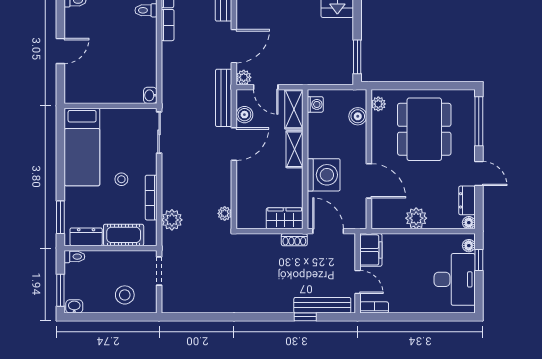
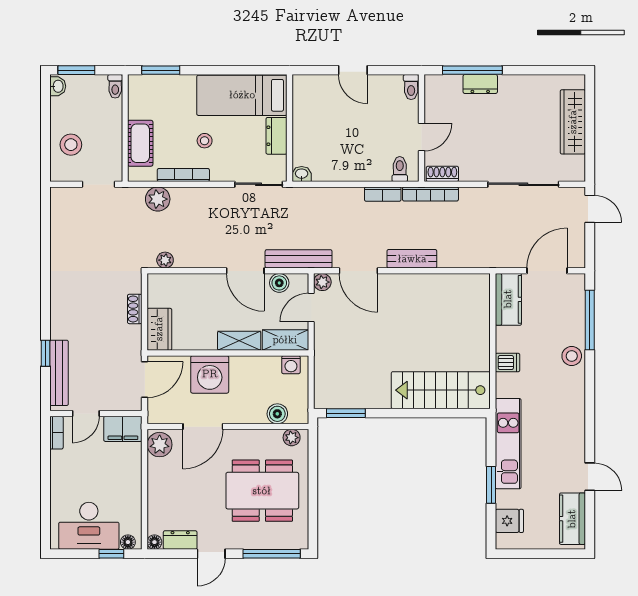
plant: (416, 218) -> (160, 445), moved
dresser: (86, 237) -> (276, 136), moved, turned 180
shoe rack: (294, 240) -> (135, 309), moved

